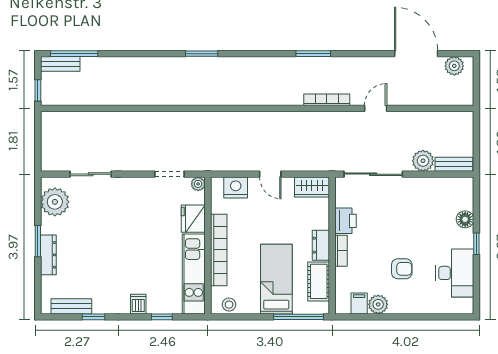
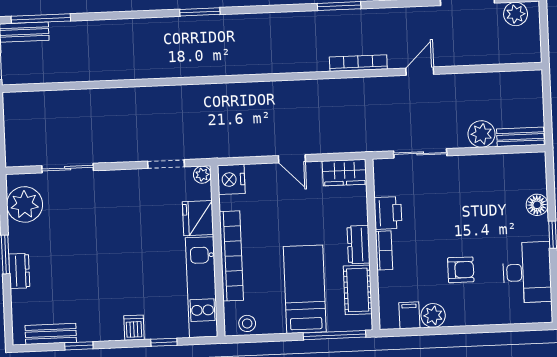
sliding door: (373, 174) -> (420, 153), width x0.73
nightstand: (236, 188) -> (231, 179), moved, turned -90
dresser: (48, 255) -> (19, 271), width x0.70

